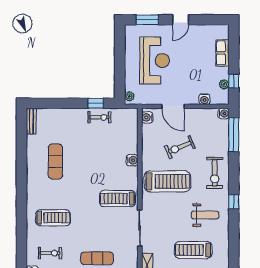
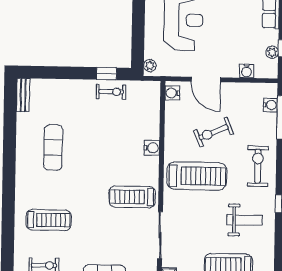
water cooler: (224, 114) -> (270, 105), moved
exercise bike: (215, 173) -> (258, 166), turned 180

